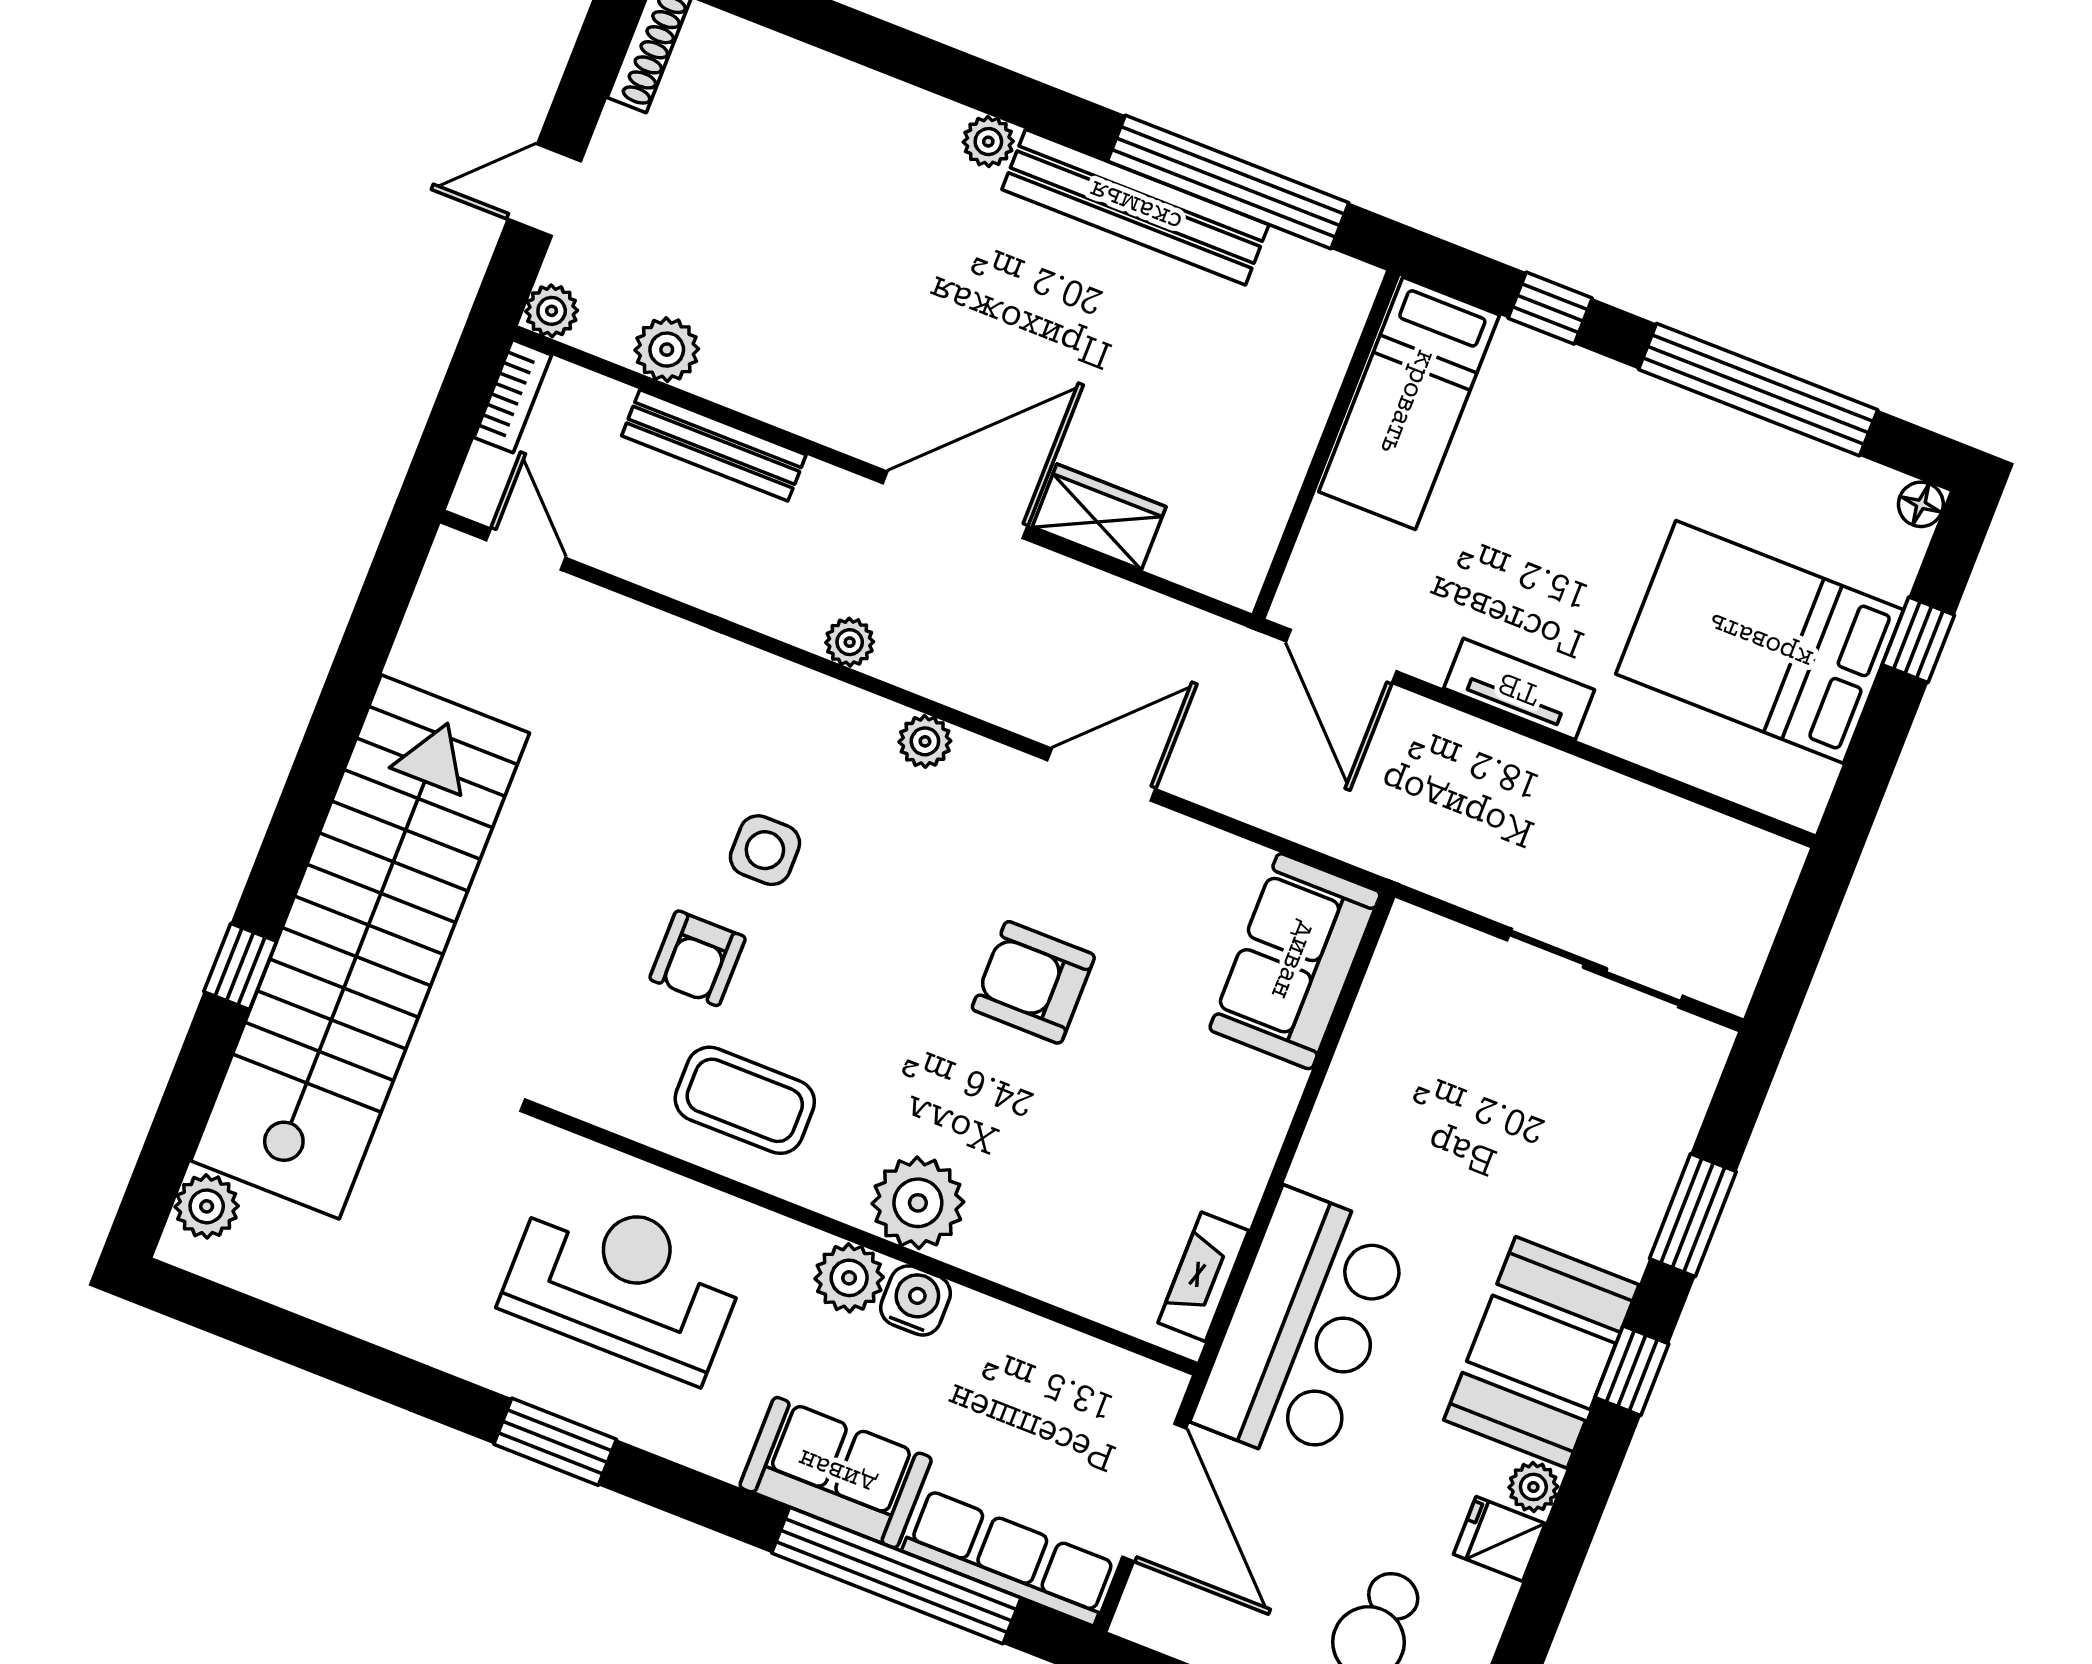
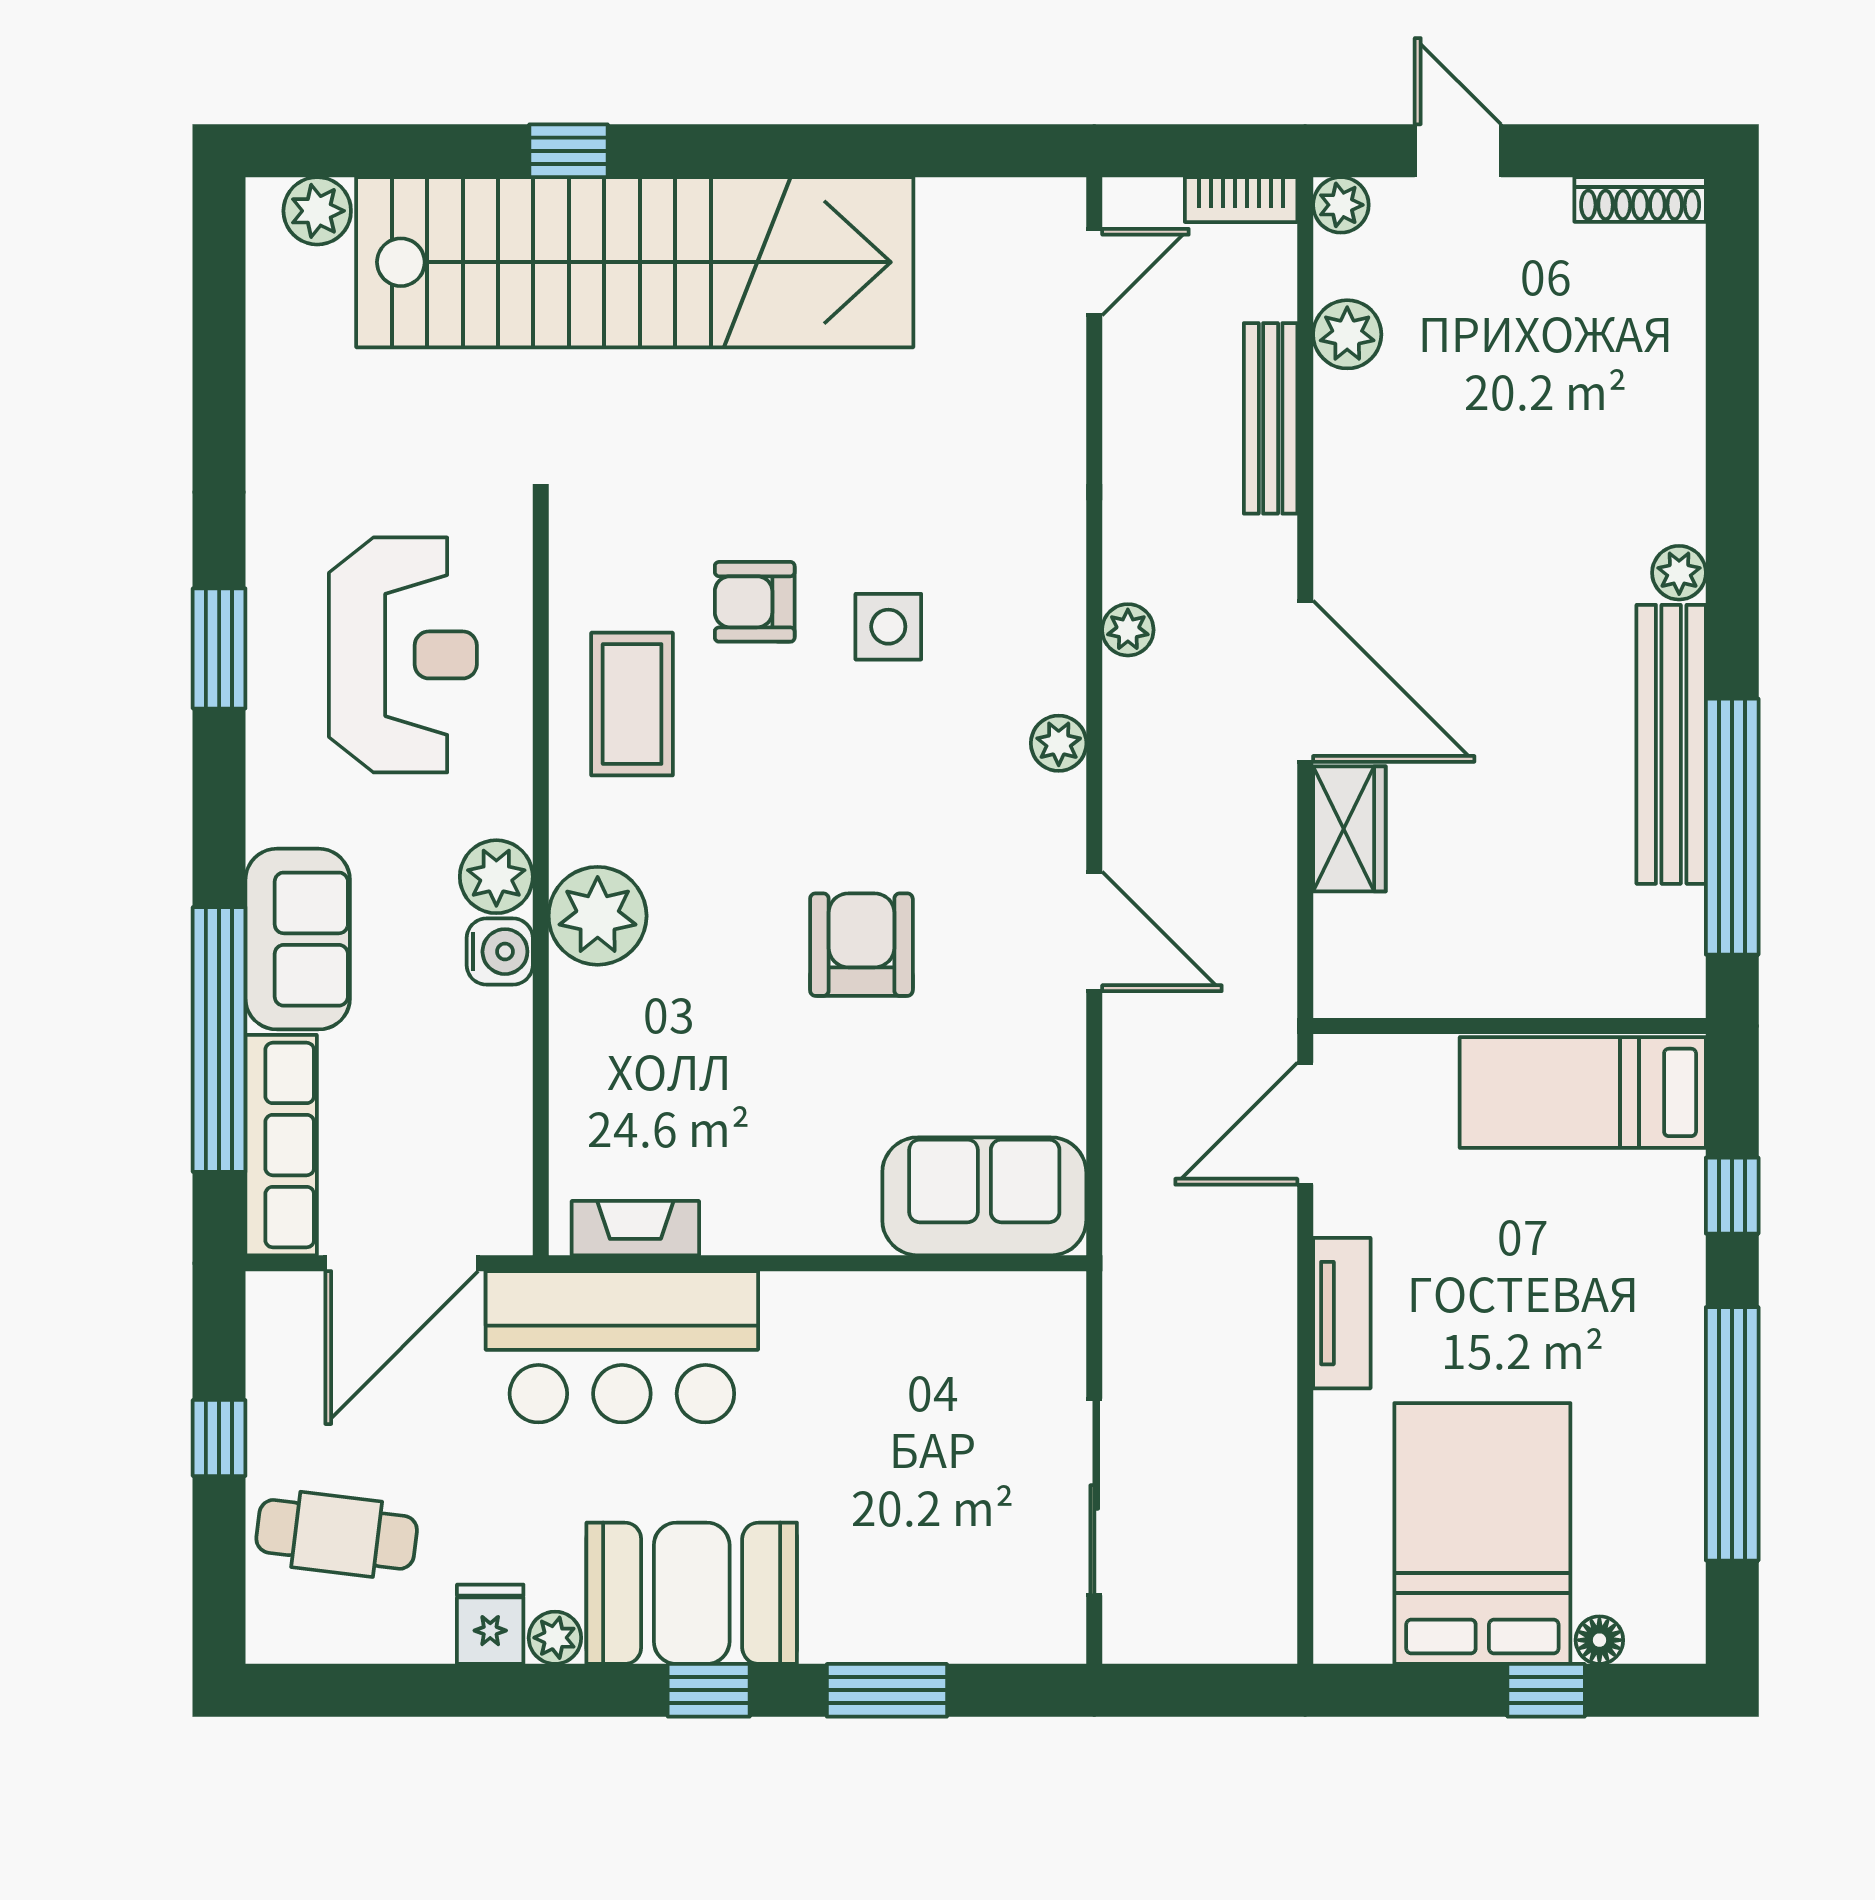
floor lamp: (1921, 504) -> (1599, 1640), moved

